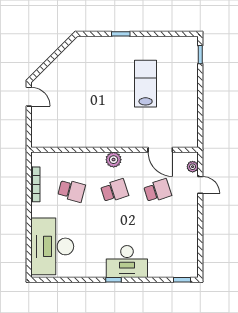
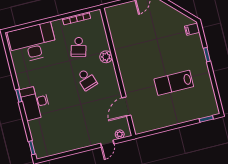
filing cabinet: (85, 44) -> (192, 29), added
lab bench: (146, 84) -> (174, 83), turned 180
plant: (114, 160) -> (106, 57), moved
school desk: (158, 191) -> (95, 112), removed

